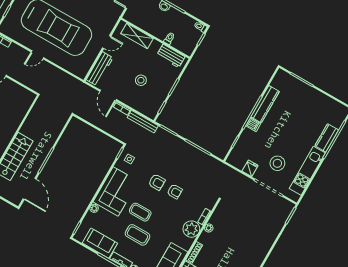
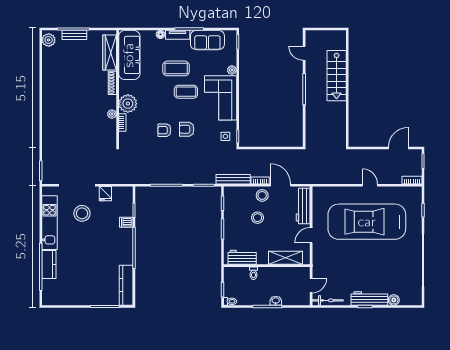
door: (37, 55) -> (370, 185), hinge flipped
stool: (127, 96) -> (262, 195), added
kitchen counter: (265, 104) -> (126, 285), moved
dishwasher: (253, 125) -> (126, 222), moved
door: (30, 189) -> (304, 53), width x0.53

